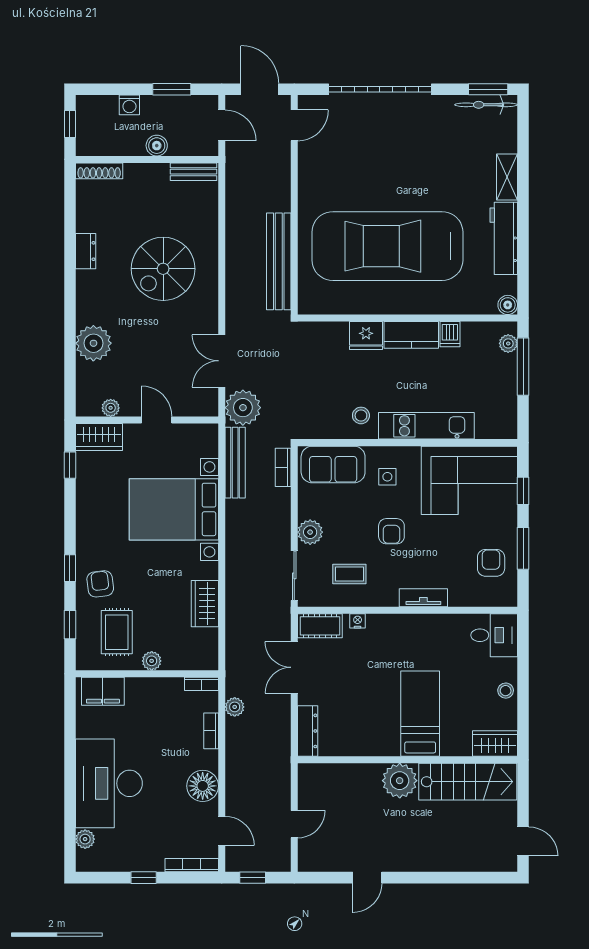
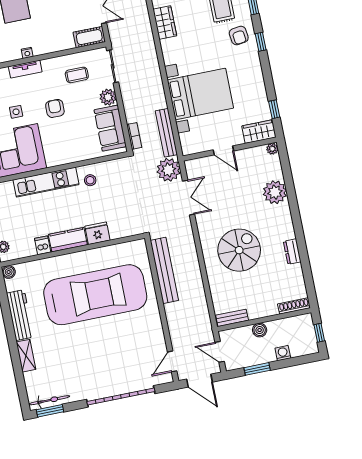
plant: (111, 408) -> (272, 149), moved
sofa: (333, 464) -> (110, 128), moved, turned -90
side table: (387, 477) -> (16, 112), moved
wardrobe: (205, 604) -> (165, 23), moved
nightstand: (358, 621) -> (27, 53), moved

